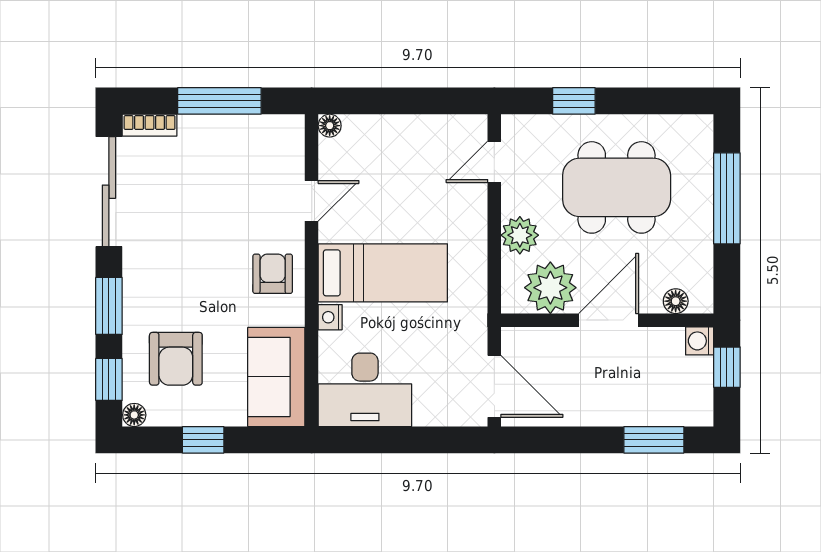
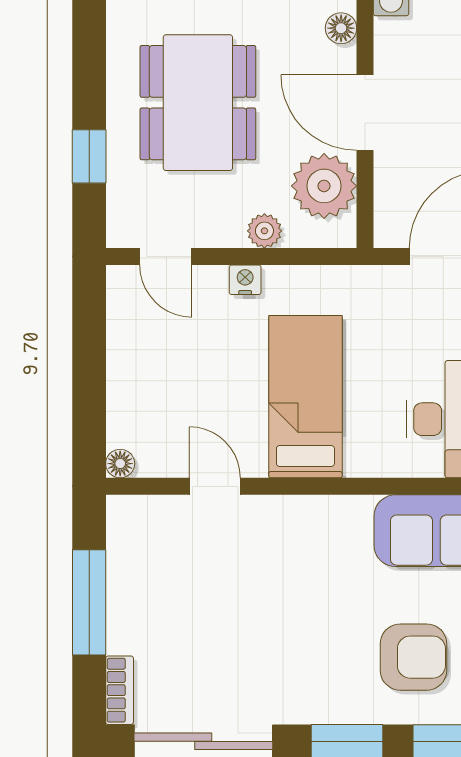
plant: (520, 235) -> (264, 231), width x0.73, depth x0.73
armchair: (273, 274) -> (307, 535), removed
nightstand: (330, 317) -> (245, 280), moved, turned 180

